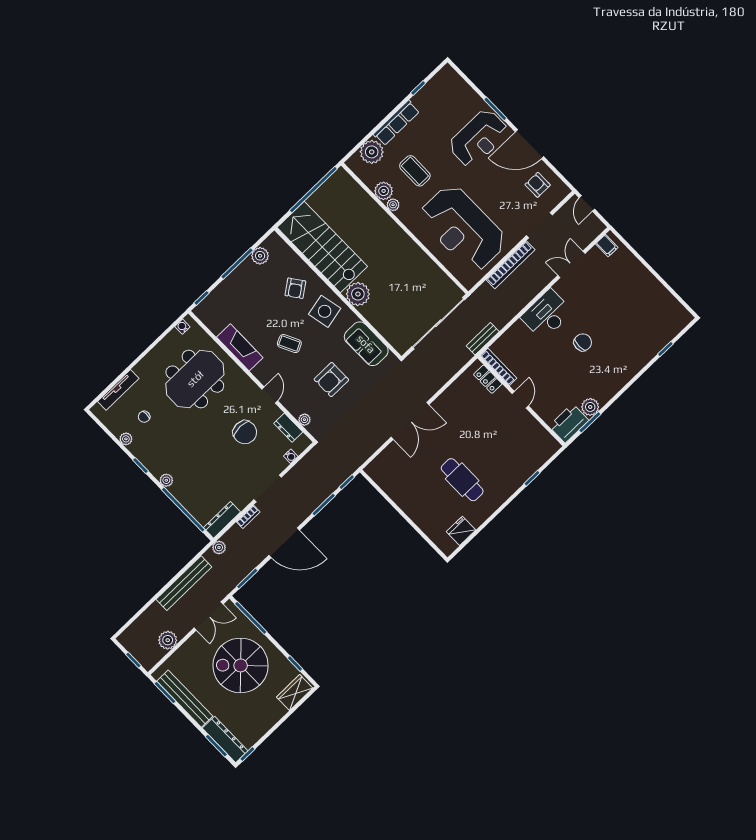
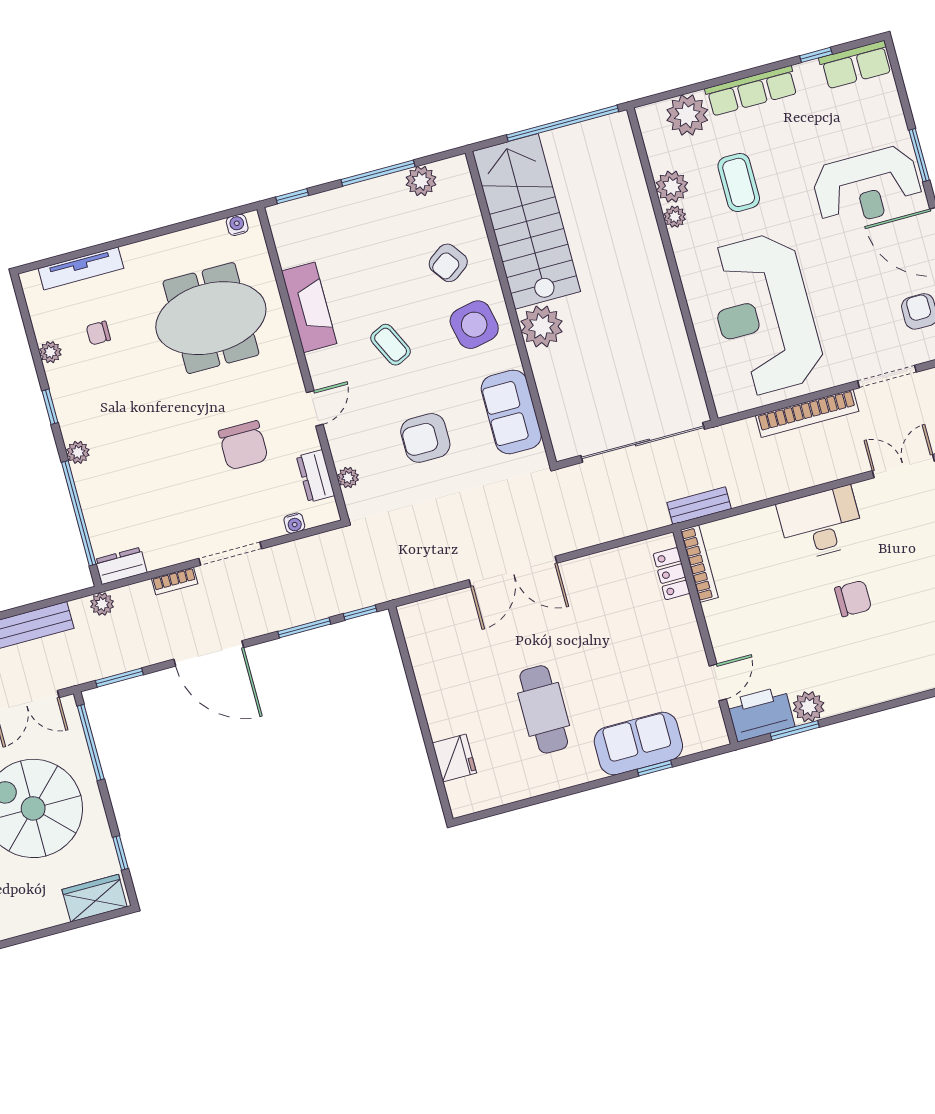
row of seats: (440, 82) -> (856, 65), added
door: (520, 400) -> (718, 682), moved
sofa: (517, 471) -> (638, 744), added
dresser: (222, 520) -> (121, 566), width x0.70
fridge: (461, 531) -> (454, 758), moved, turned 90

